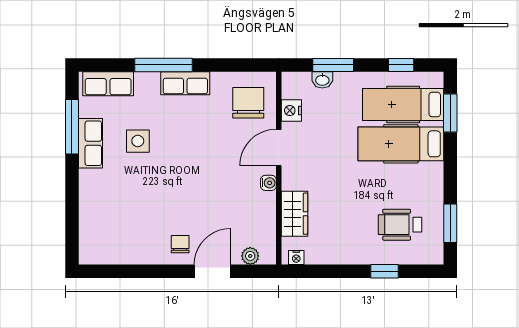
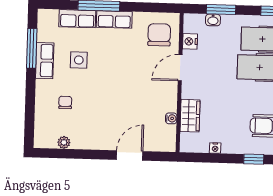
row of seats: (108, 84) -> (77, 19), moved
water cooler: (268, 183) -> (171, 118), moved
chair: (180, 244) -> (65, 102), moved
plant: (250, 256) -> (64, 142), moved
nightstand: (296, 257) -> (215, 148), moved

